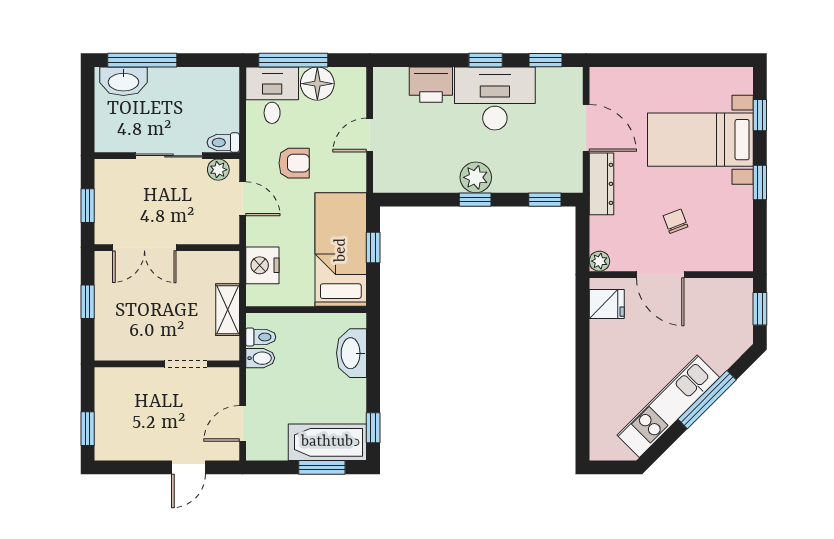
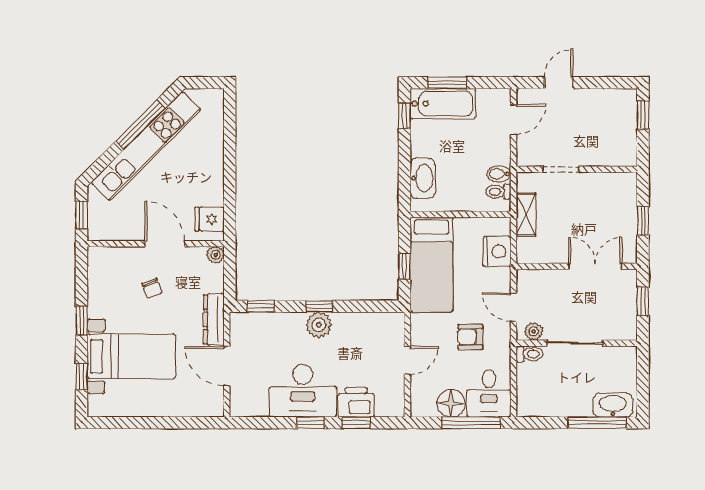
window: (545, 60) -> (356, 423), moved
window: (707, 400) -> (140, 125), moved
kitchen unit: (668, 406) -> (146, 146), width x1.36

